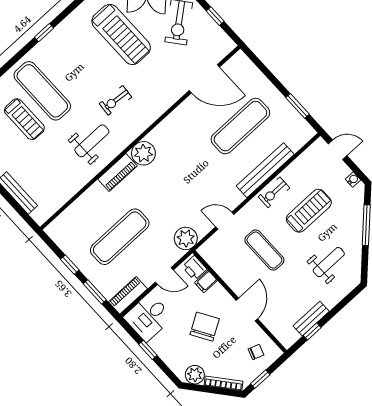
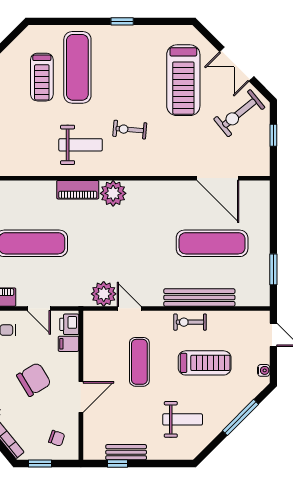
plant: (186, 238) -> (104, 294), moved

